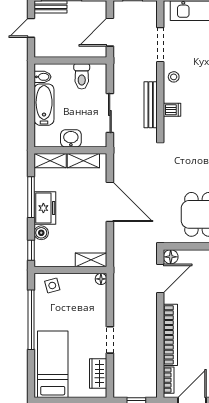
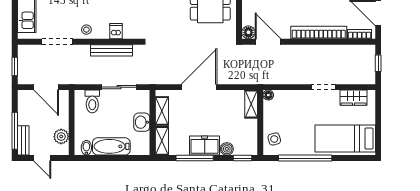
plant: (55, 49) -> (61, 136), added
toilet: (82, 76) -> (92, 101), moved, turned 90

